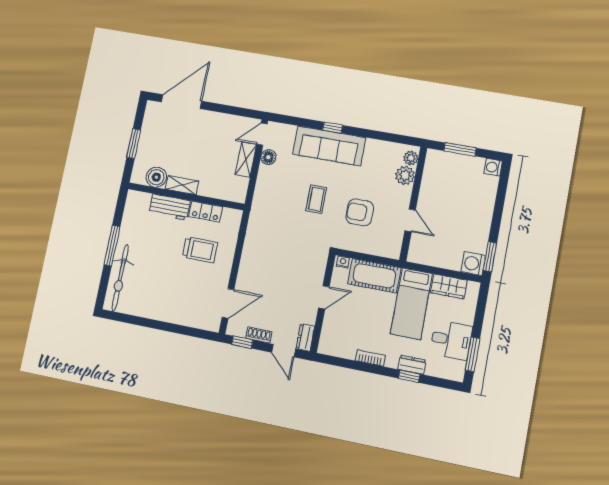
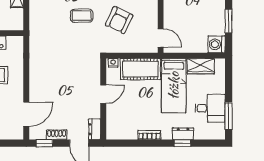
coffee table: (316, 199) -> (82, 16), turned 90
armchair: (360, 212) -> (119, 20), turned -65
door: (410, 220) -> (161, 38), moved
window: (490, 257) -> (229, 21), moved

